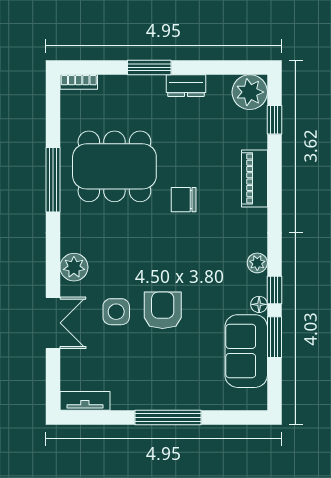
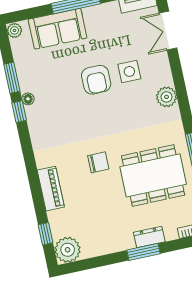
dresser: (186, 86) -> (149, 237), moved
plant: (257, 263) -> (14, 30), moved
double door: (53, 323) -> (168, 31), moved
sofa: (246, 351) -> (58, 29), moved, turned 90

